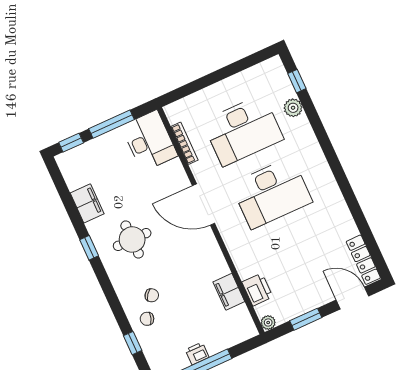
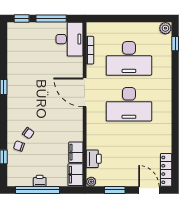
plant: (293, 108) -> (165, 28), moved
filing cabinet: (87, 203) -> (75, 175), moved, turned 180
round table: (132, 239) -> (32, 94), removed

